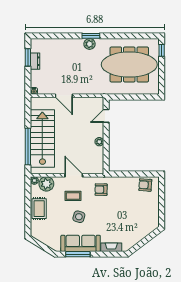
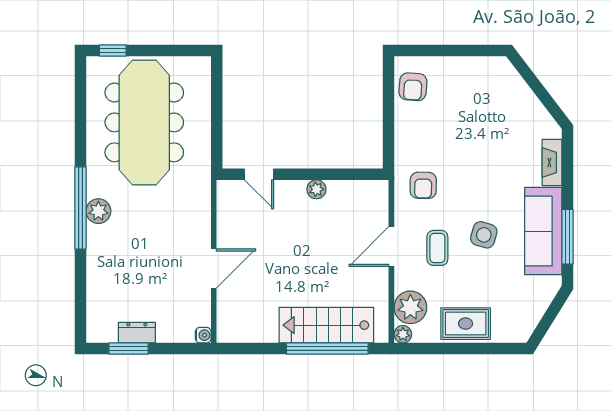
window: (91, 36) -> (80, 208), width x2.11
stairs: (42, 138) -> (326, 325), width x0.73, depth x0.66

